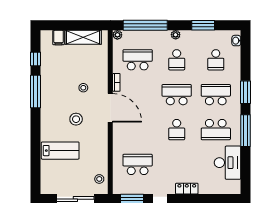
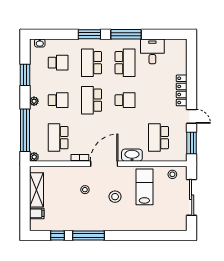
washbasin: (119, 137) -> (132, 155), added
lab bench: (60, 151) -> (144, 187), moved
desk: (228, 163) -> (152, 51), width x0.73
locker: (187, 189) -> (182, 90), width x1.53

